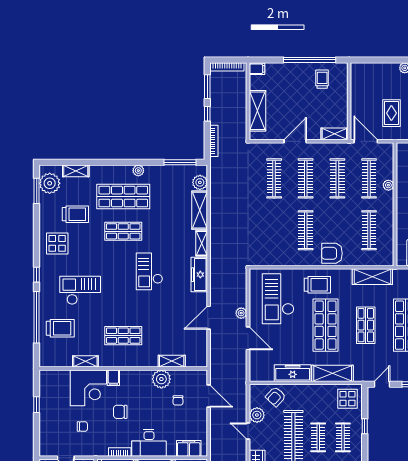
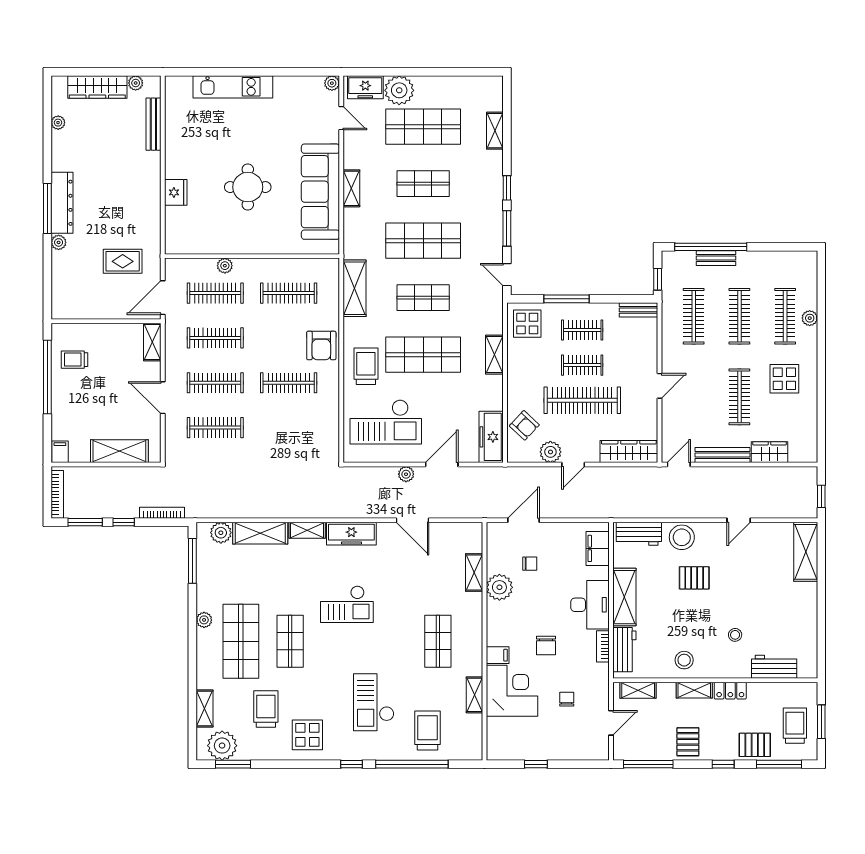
freezer: (293, 373) -> (491, 437), moved
shelving: (333, 373) -> (494, 355), width x0.67, depth x0.75
window: (365, 426) -> (566, 299), width x2.17

